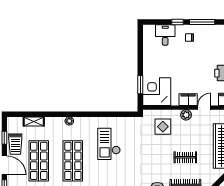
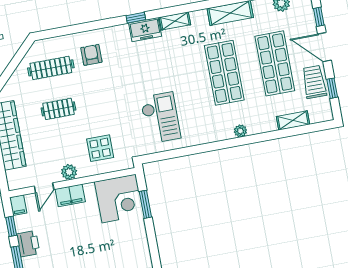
checkout: (109, 144) -> (160, 118), moved

